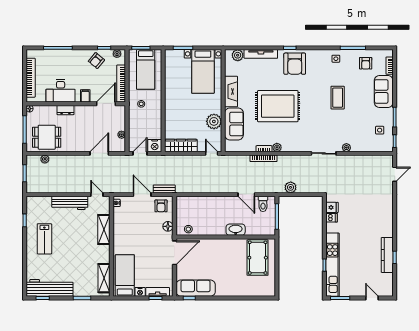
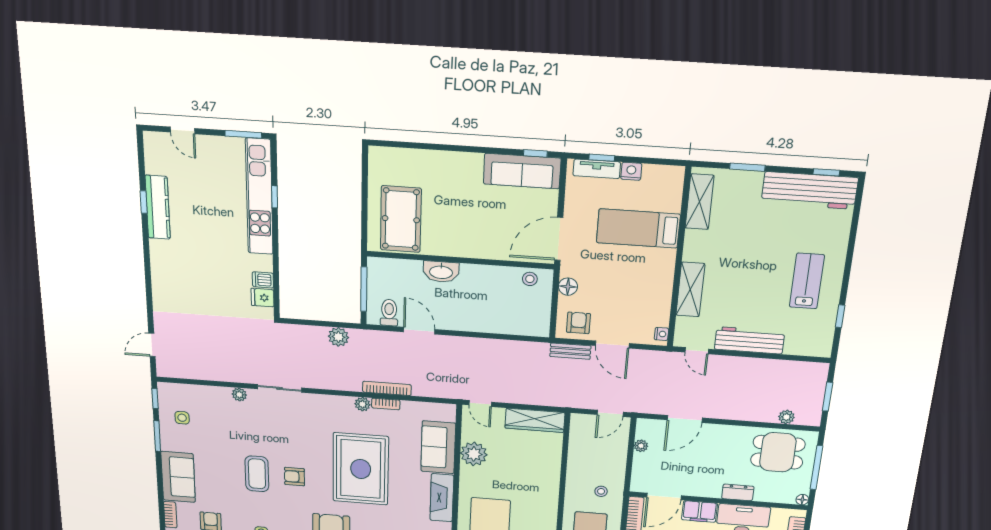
filing cabinet: (85, 96) -> (700, 512), width x2.00
armchair: (316, 98) -> (294, 477), added
rug: (278, 106) -> (361, 469), turned 90
nightstand: (155, 146) -> (582, 424), removed
bed: (125, 276) -> (638, 228), moved, turned 90

